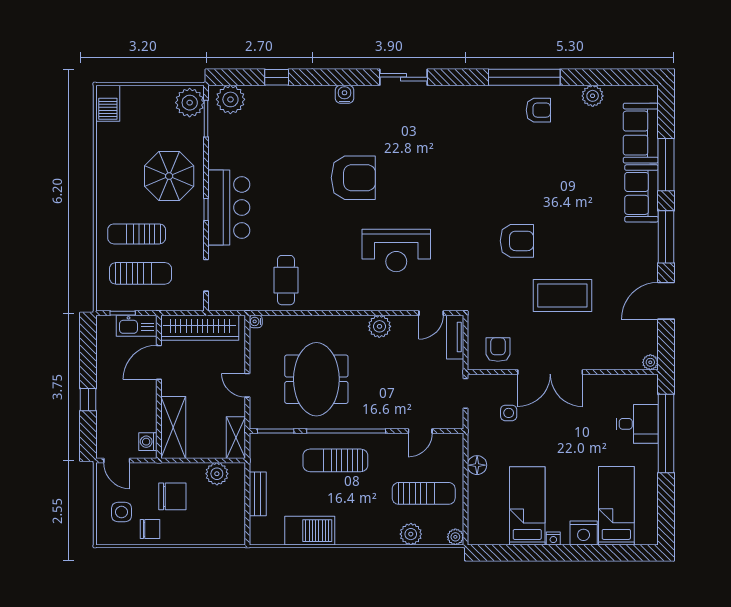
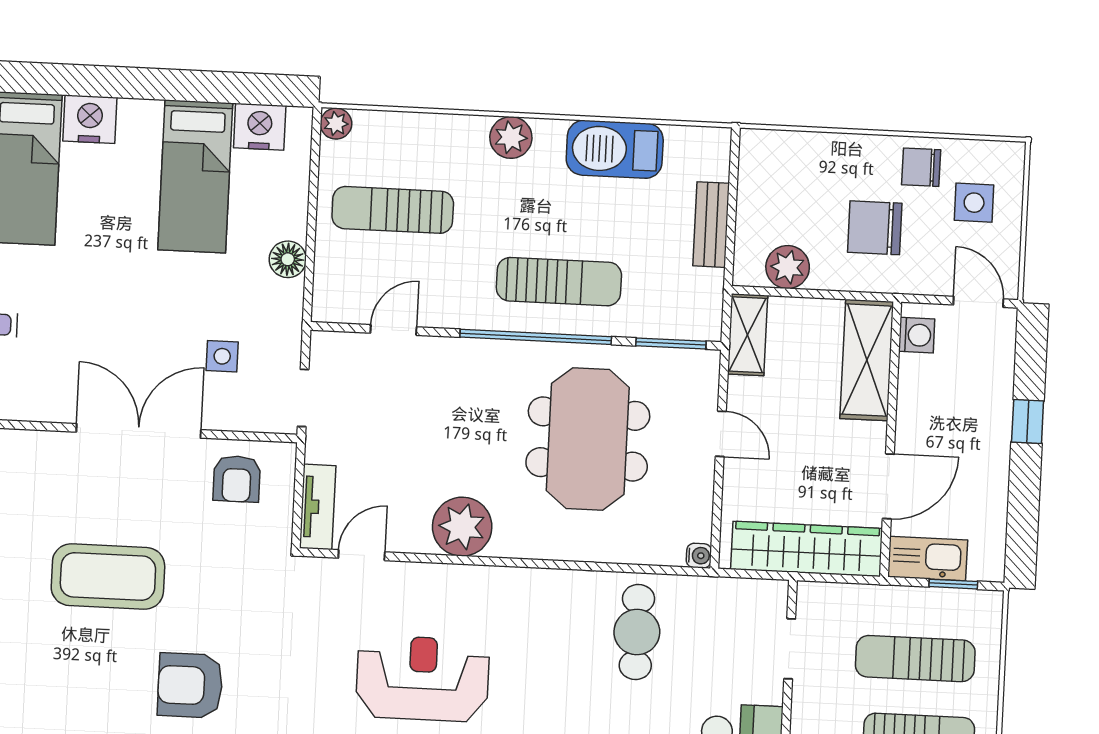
plant: (379, 326) -> (462, 527), width x1.36, depth x1.36
plant: (411, 534) -> (511, 138), moved
nightstand: (553, 538) -> (260, 127), moved, width x1.89, depth x1.79

